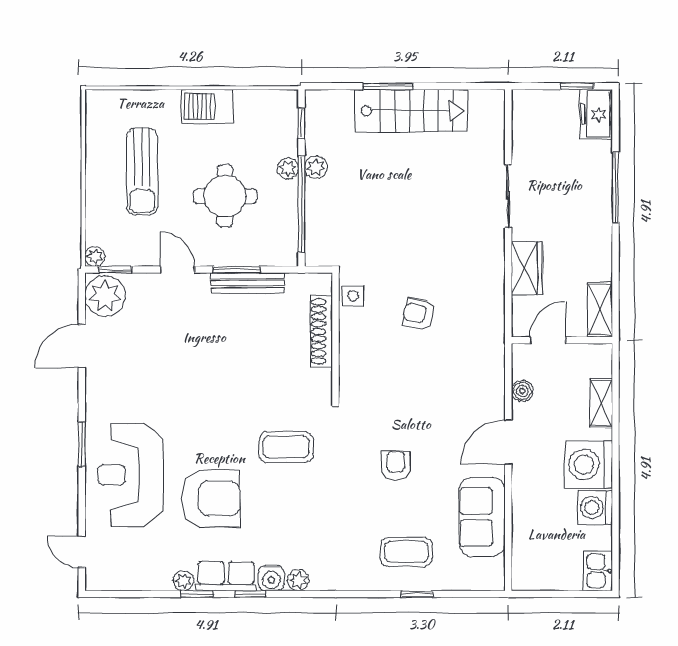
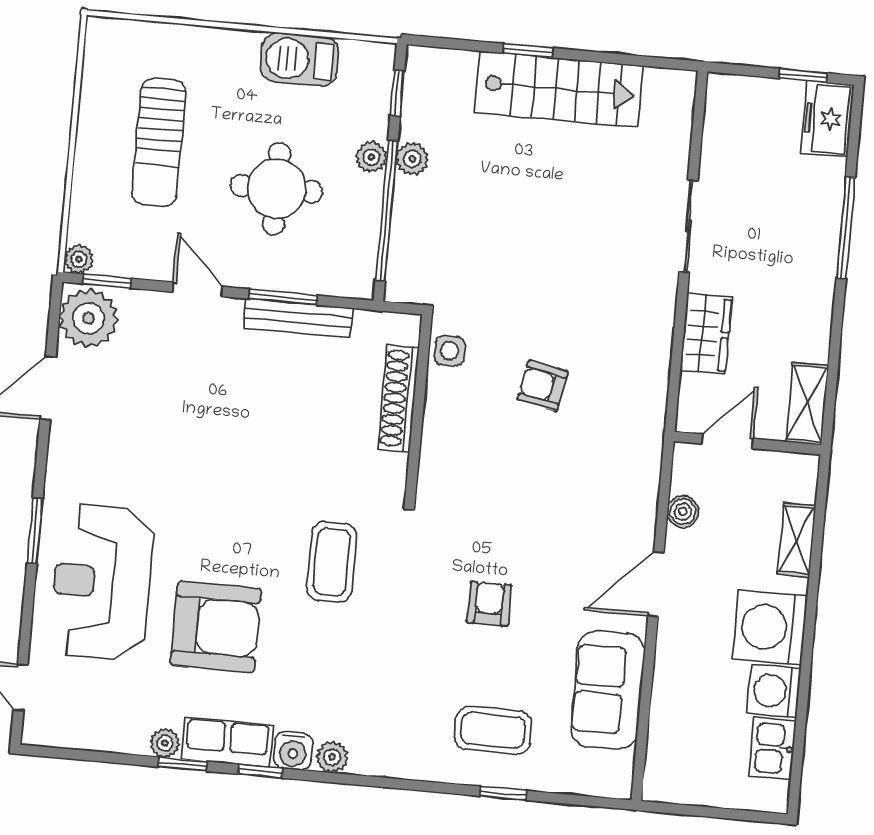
window: (388, 86) -> (528, 51), width x0.67
barbecue: (207, 106) -> (300, 59), moved
coffee table: (286, 447) -> (332, 562), turned 90
kitchen sink: (598, 571) -> (773, 748), moved

